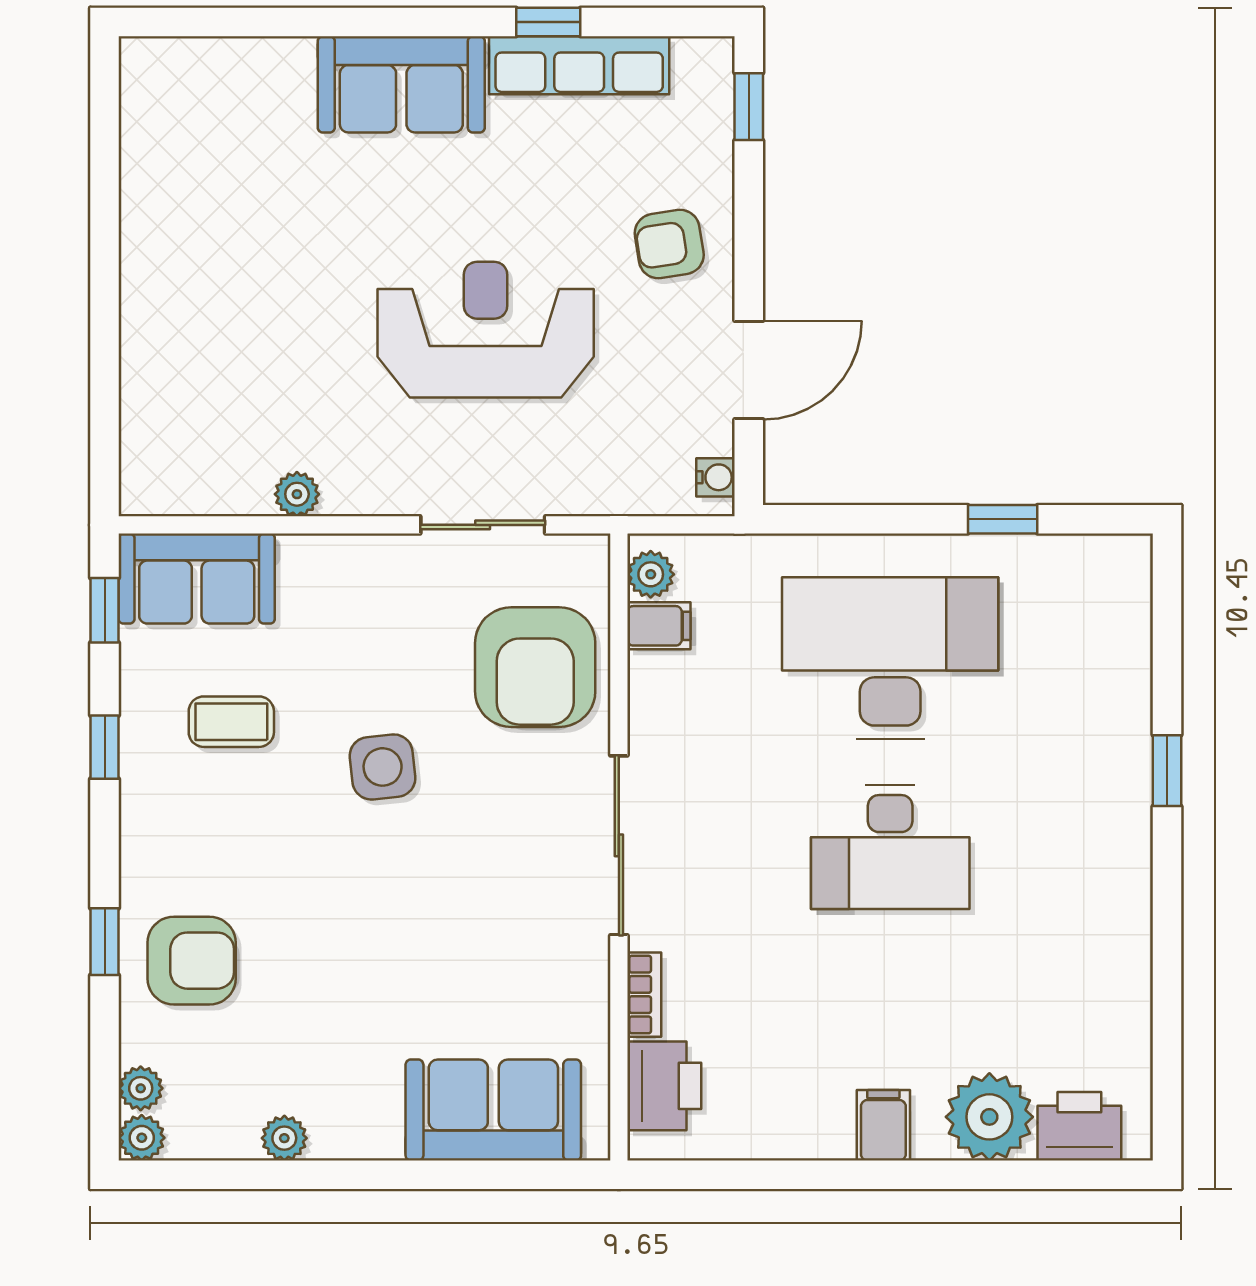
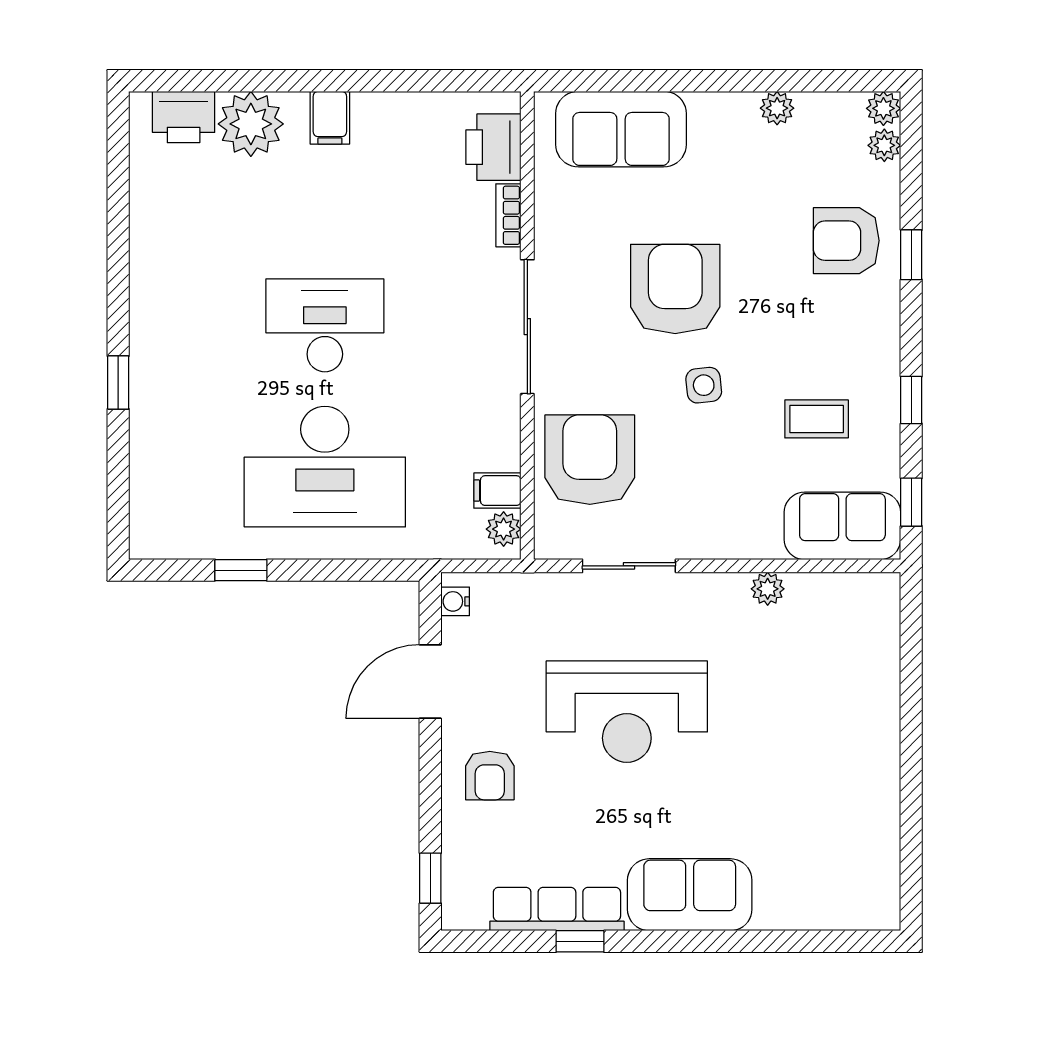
armchair: (669, 244) -> (490, 776), turned 99
side table: (383, 767) -> (704, 385), width x0.73, depth x0.73
armchair: (421, 896) -> (675, 289), added

